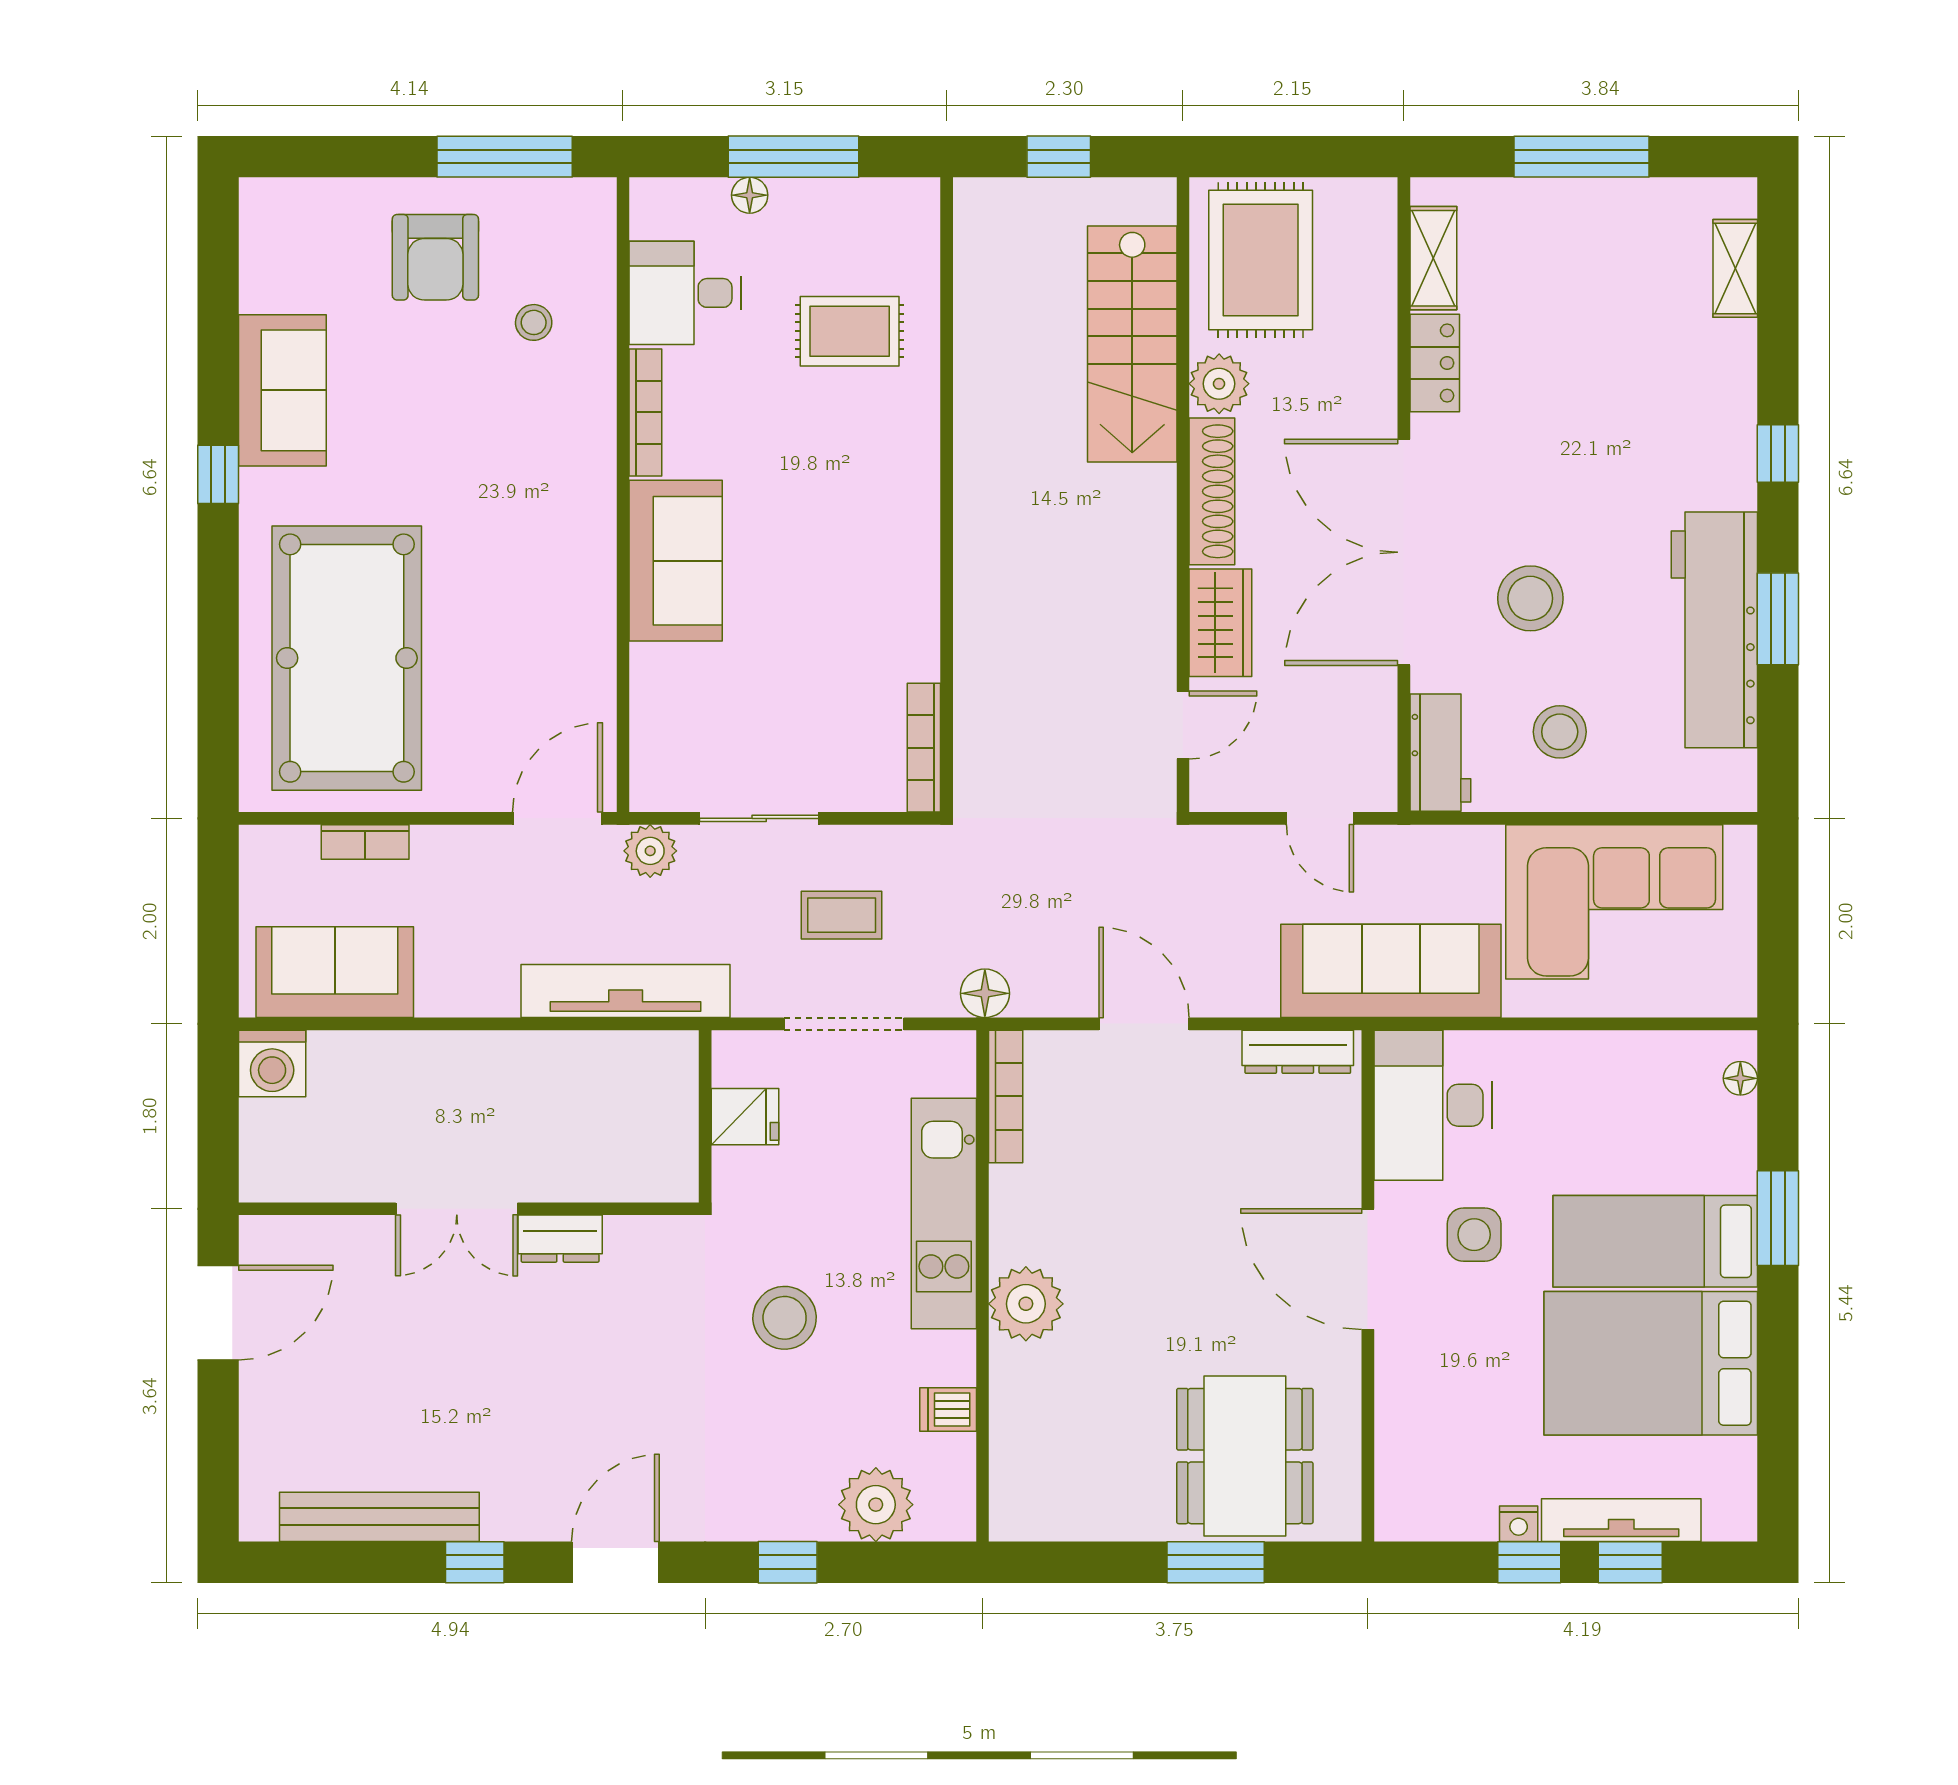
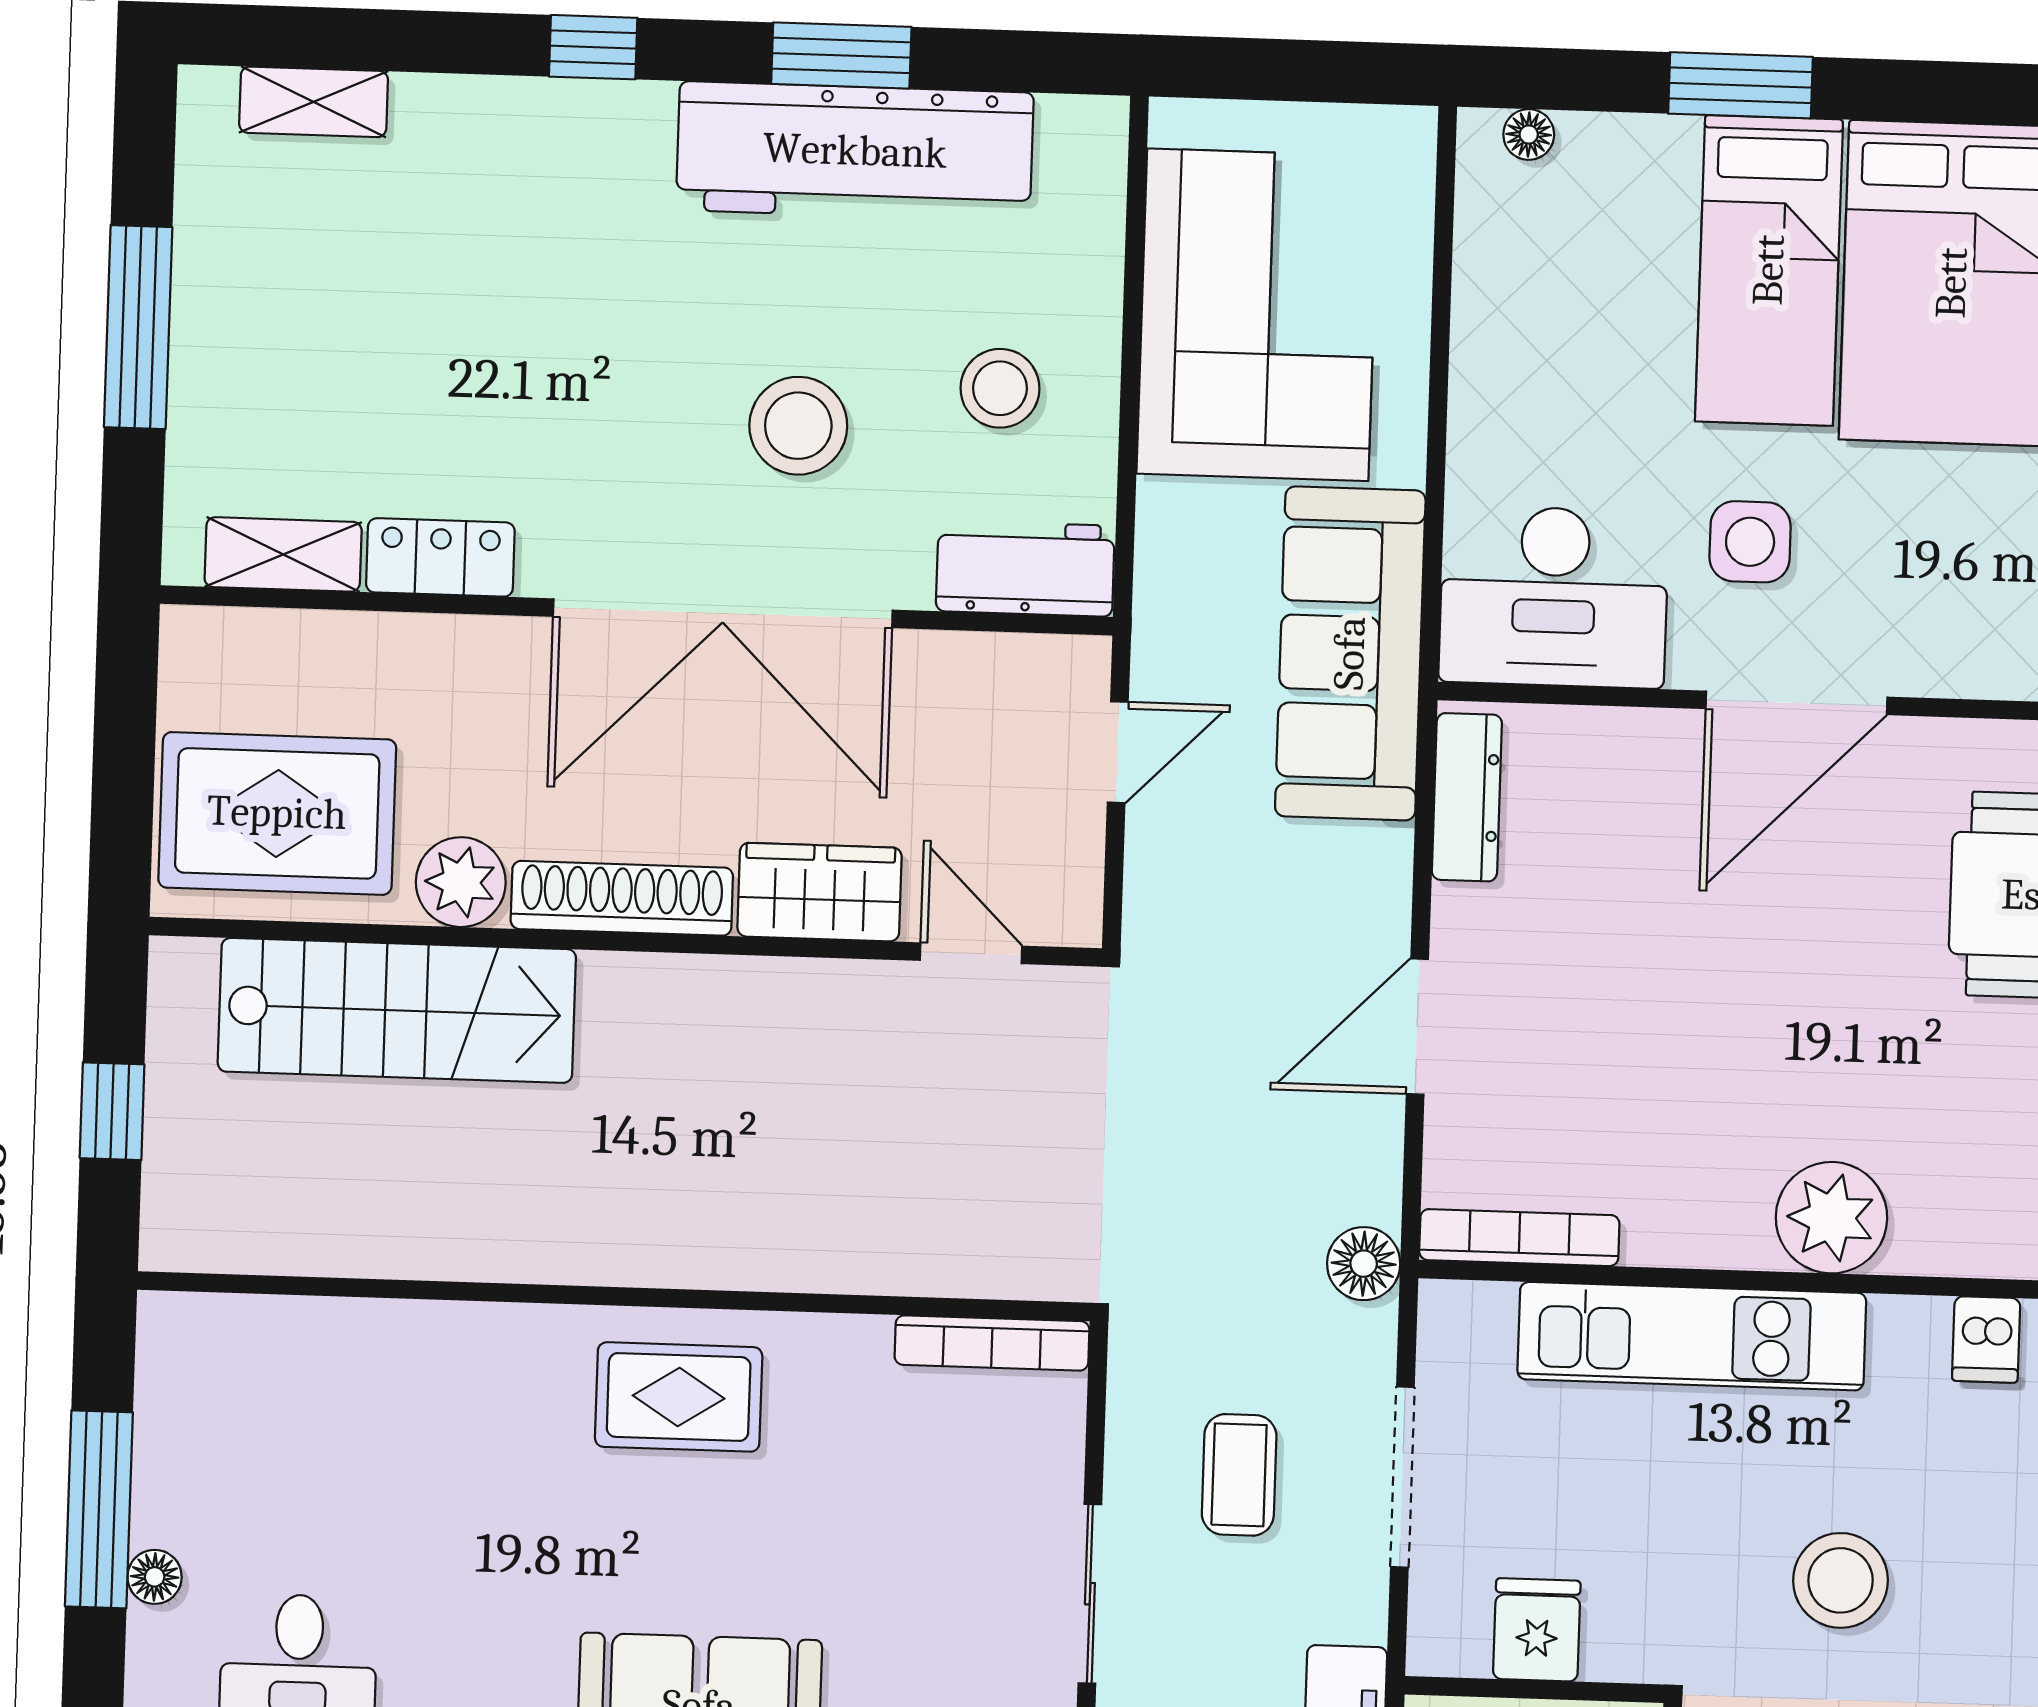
rug: (850, 331) -> (679, 1397), moved, turned 90

